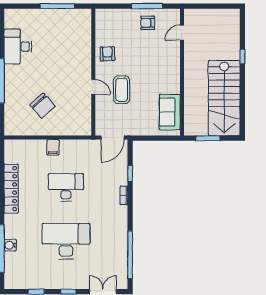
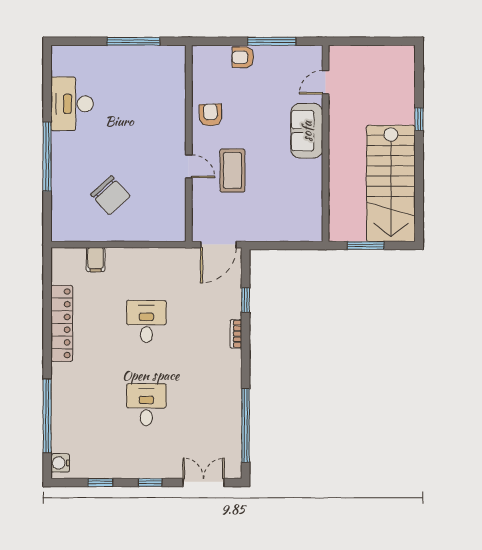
armchair: (148, 23) -> (243, 57), moved
sofa: (170, 112) -> (307, 131), moved
filing cabinet: (53, 147) -> (96, 260), moved
desk: (66, 187) -> (146, 321), width x0.73
desk: (66, 241) -> (146, 405), width x0.53, depth x0.77
water cooler: (10, 245) -> (60, 463), moved

